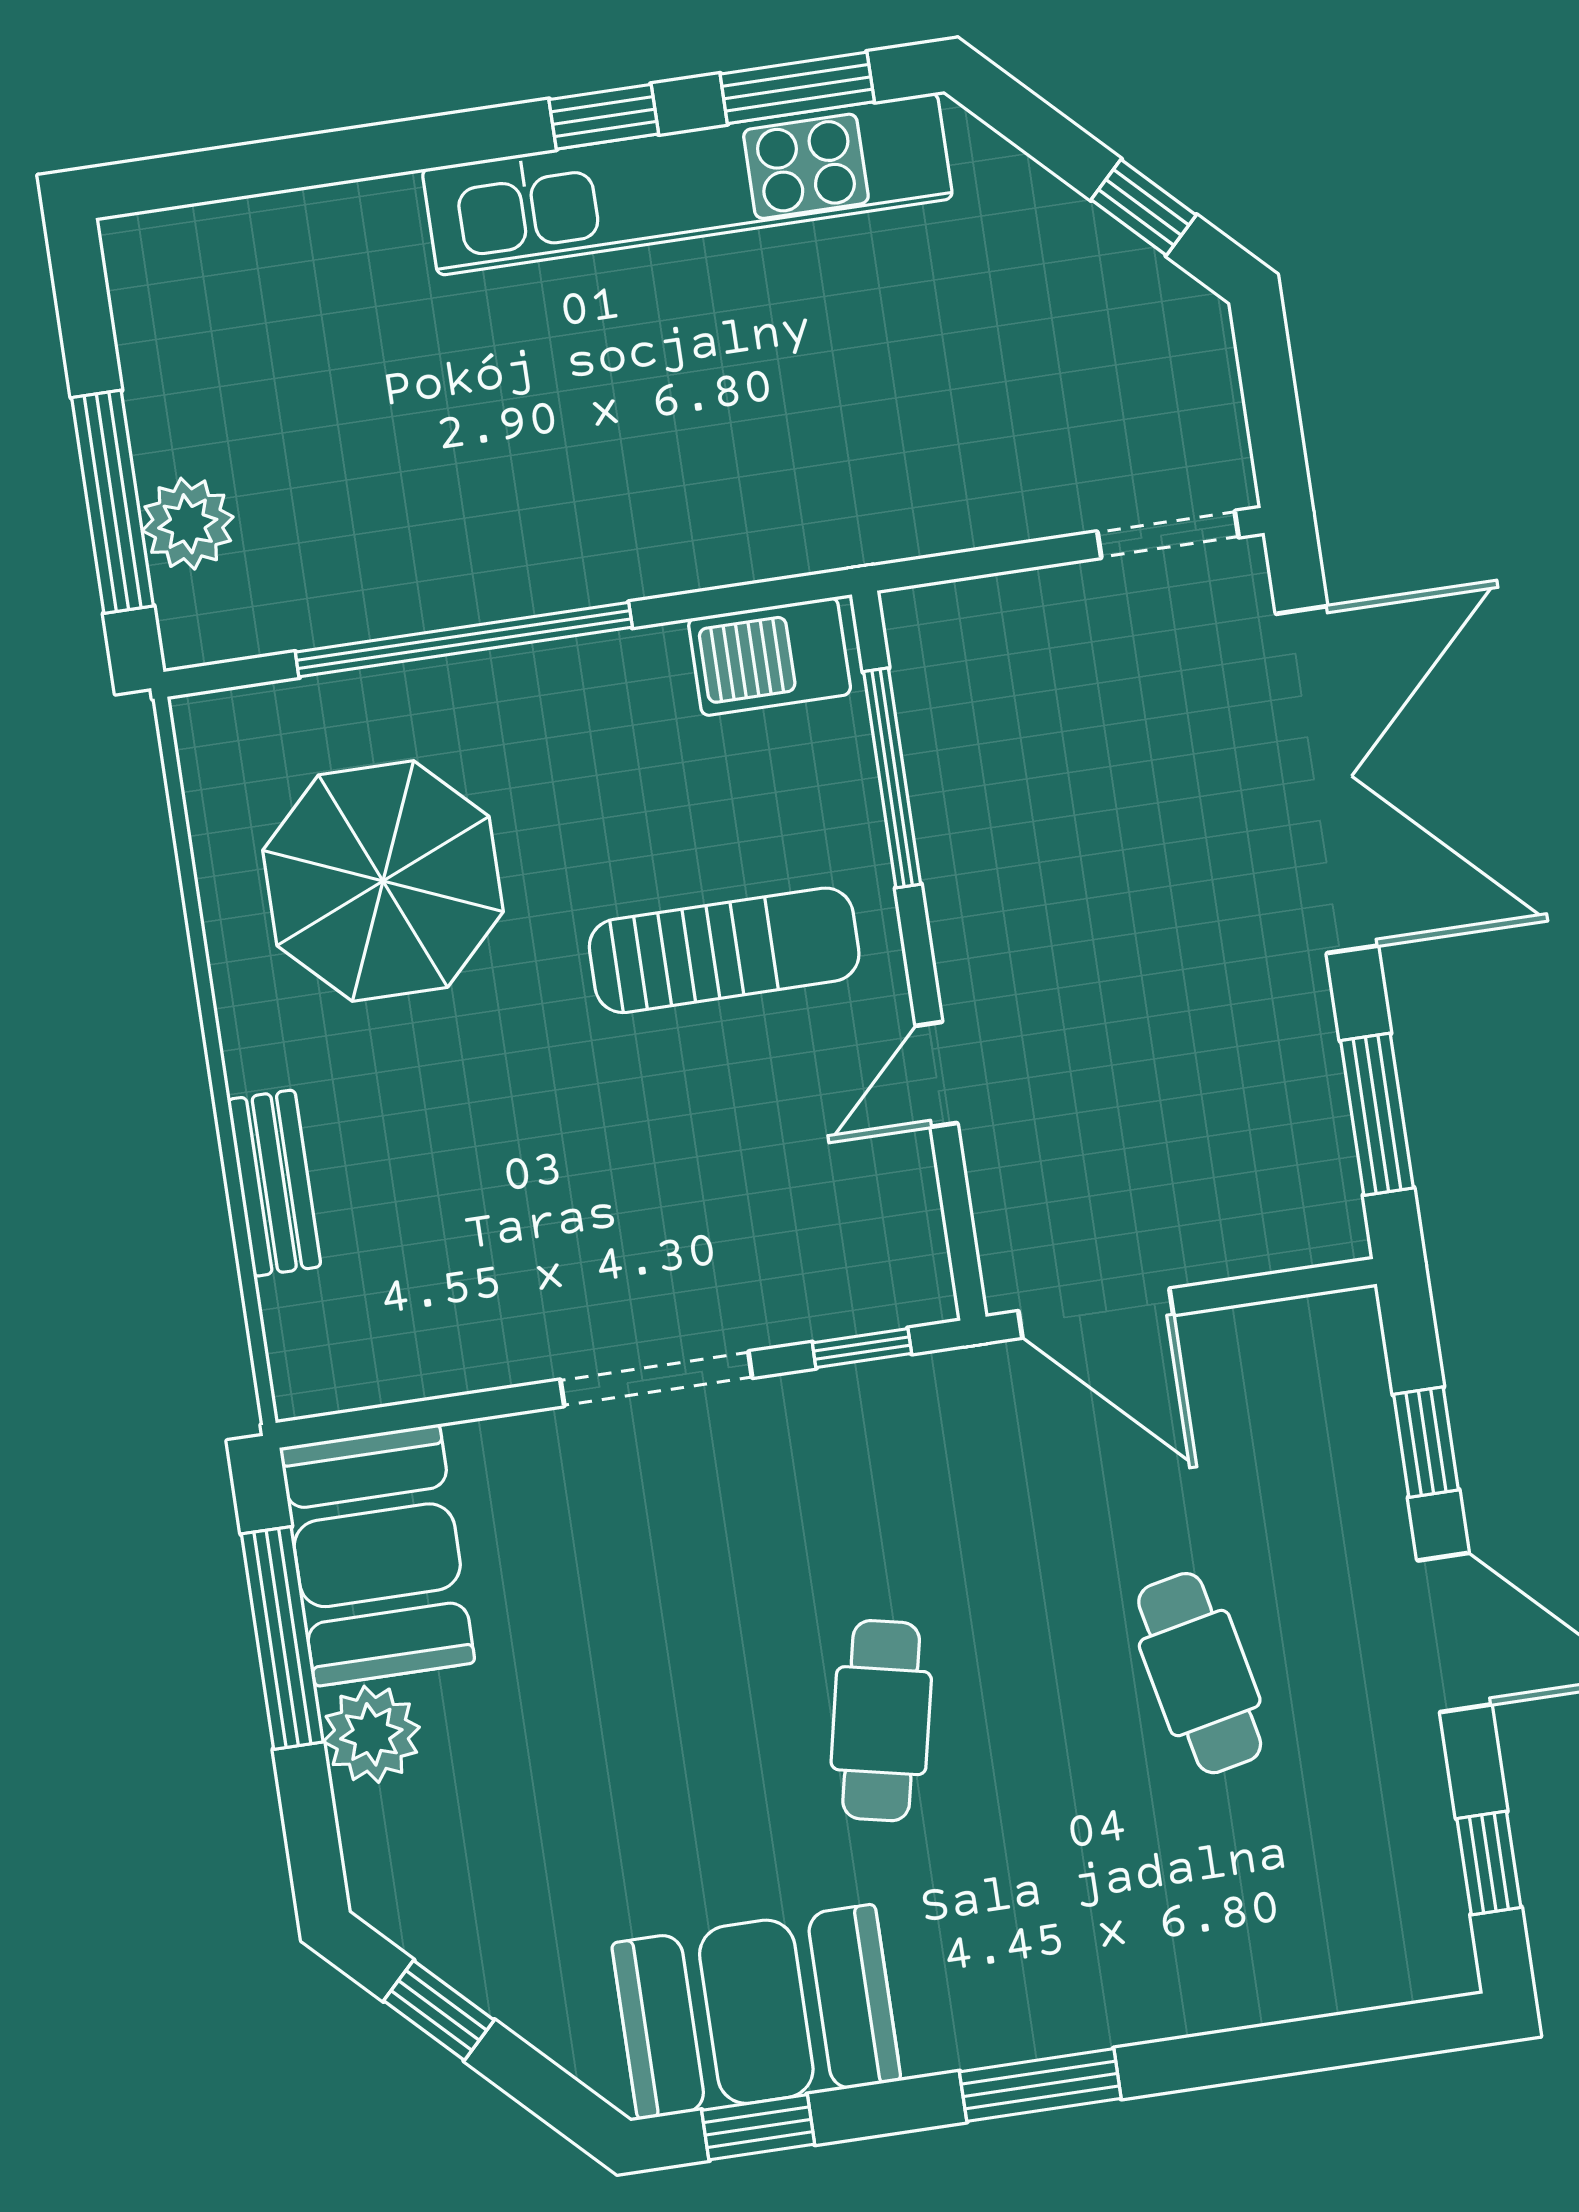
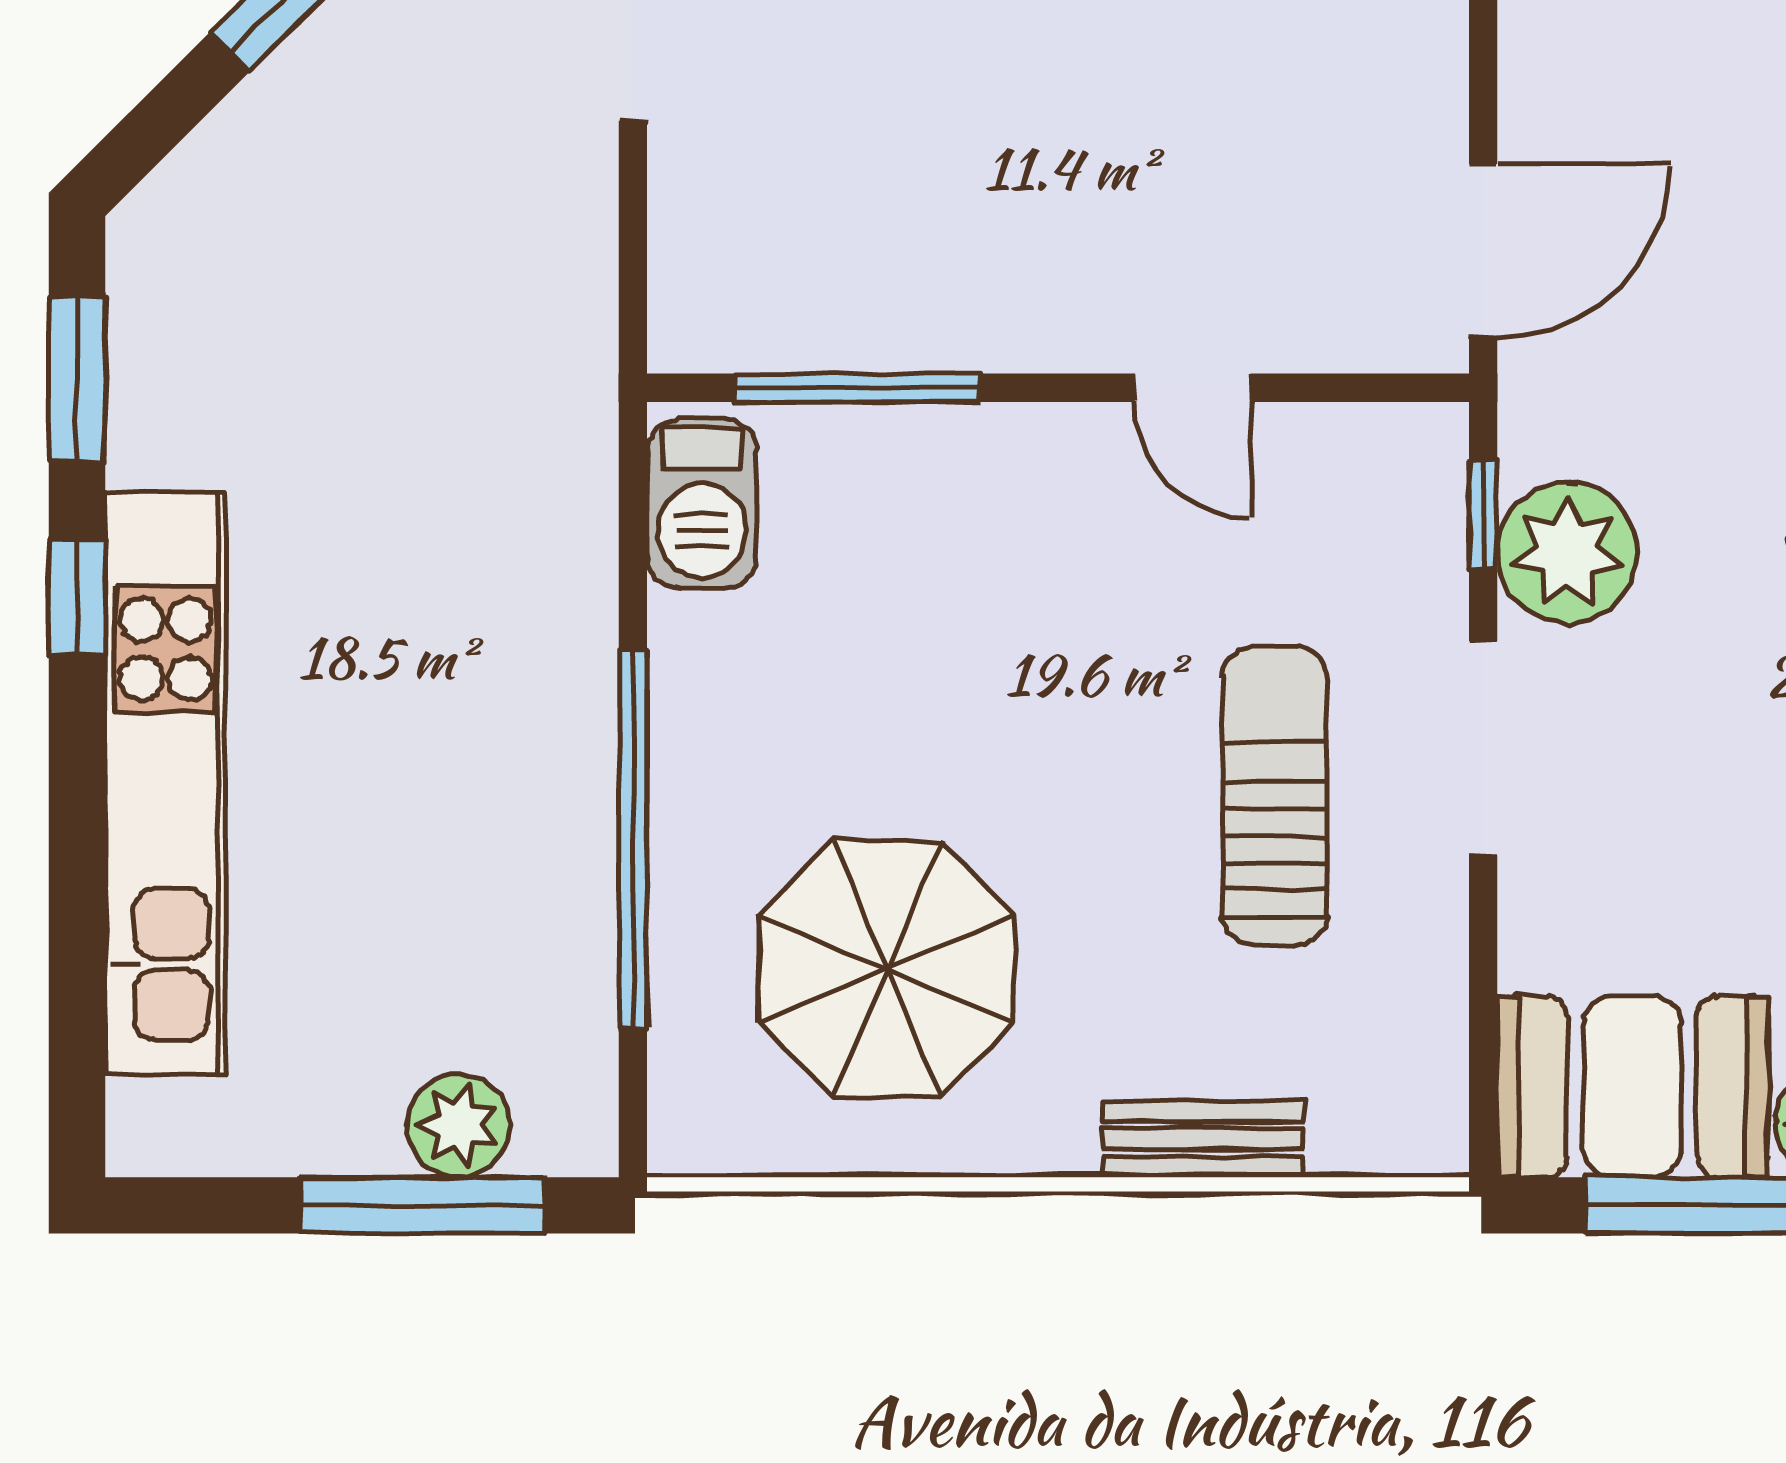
kitchen unit: (687, 184) -> (165, 783), moved
sun lounger: (724, 950) -> (1275, 796), moved
plant: (840, 1427) -> (1567, 553), added

